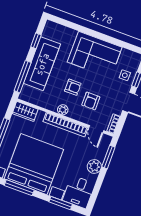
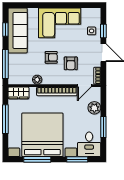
sofa: (42, 64) -> (18, 30), moved
plant: (63, 110) -> (37, 80), moved
door: (96, 129) -> (84, 86), hinge flipped
window: (108, 157) -> (103, 127), moved
plant: (94, 166) -> (94, 108), moved

